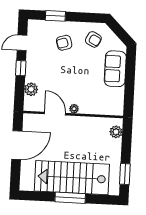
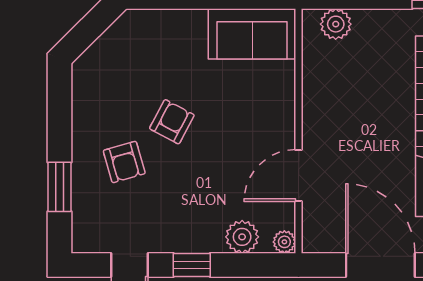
armchair: (93, 39) -> (172, 122), moved
sofa: (115, 69) -> (252, 34), moved
plant: (74, 109) -> (284, 242), moved

